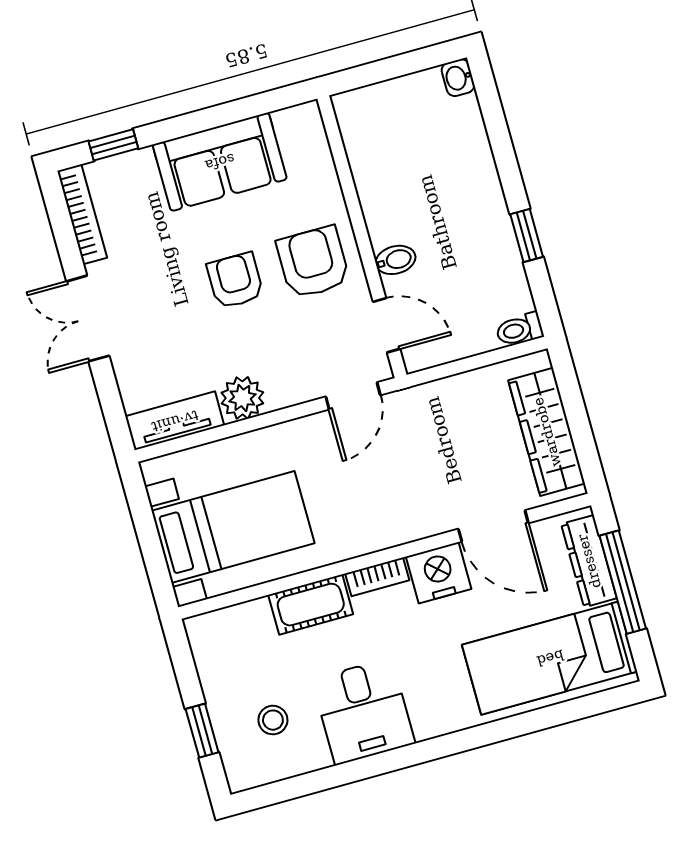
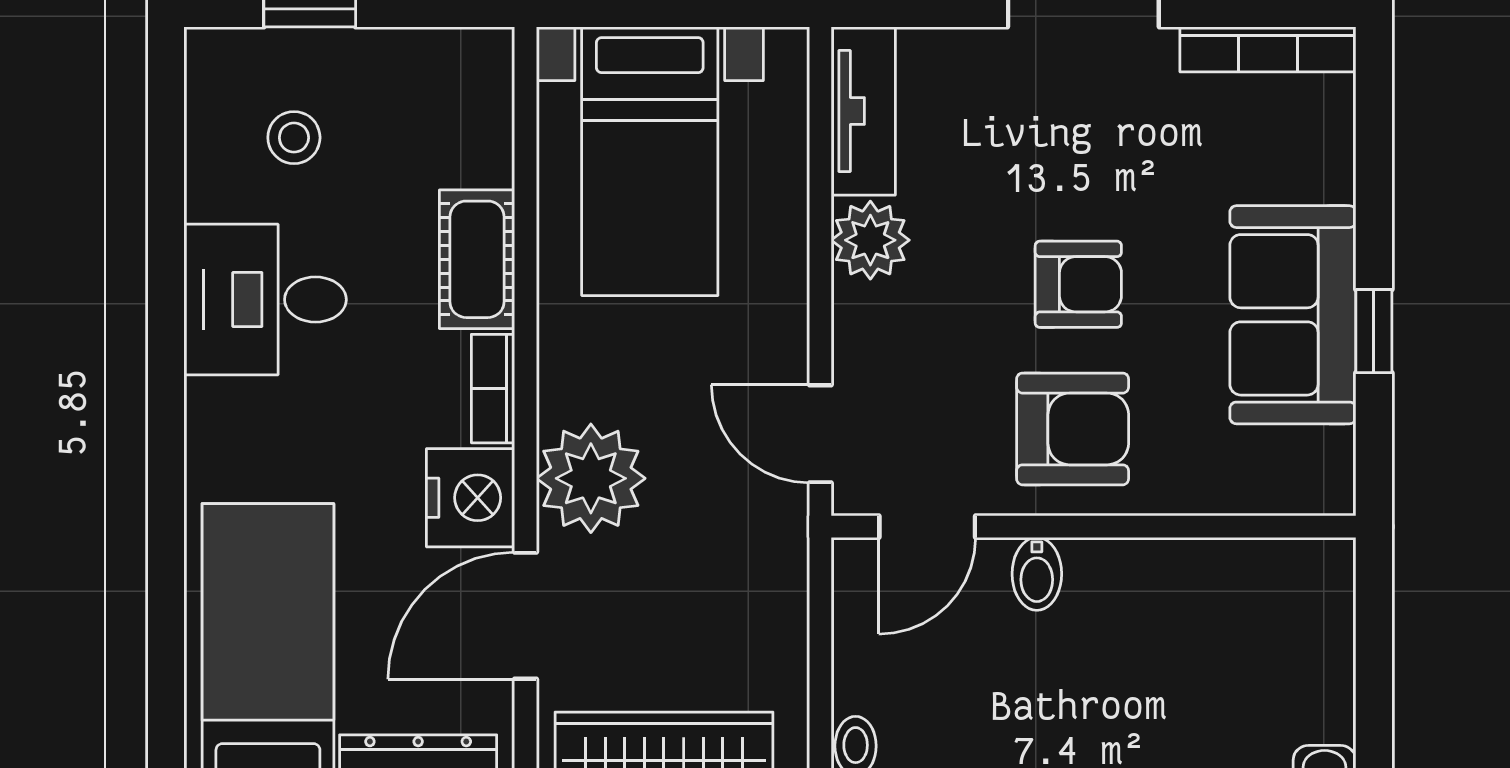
window: (113, 145) -> (1374, 331), moved
plant: (411, 512) -> (591, 478), added

